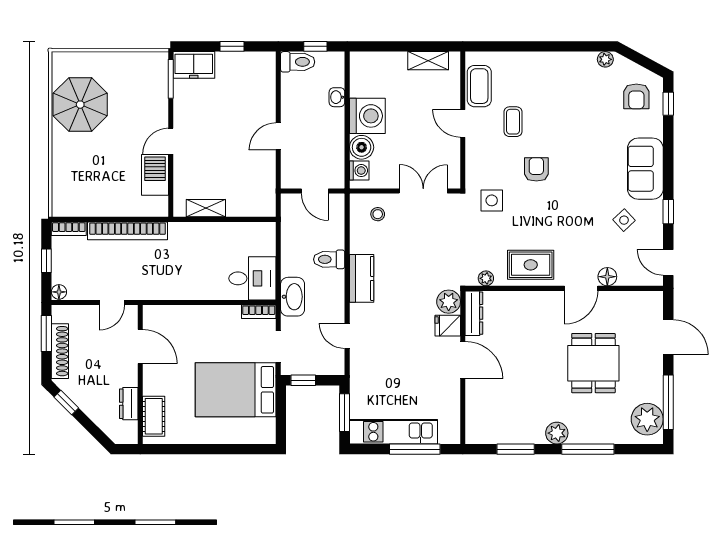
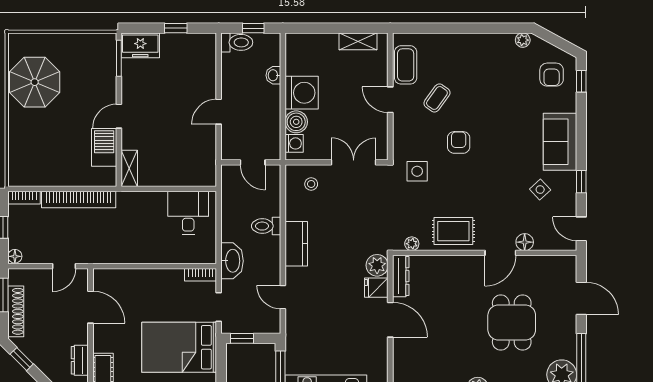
coffee table: (513, 122) -> (437, 98), turned 36
shelving: (206, 208) -> (129, 168), moved, turned 90
desk: (252, 278) -> (188, 213), moved, turned -90

